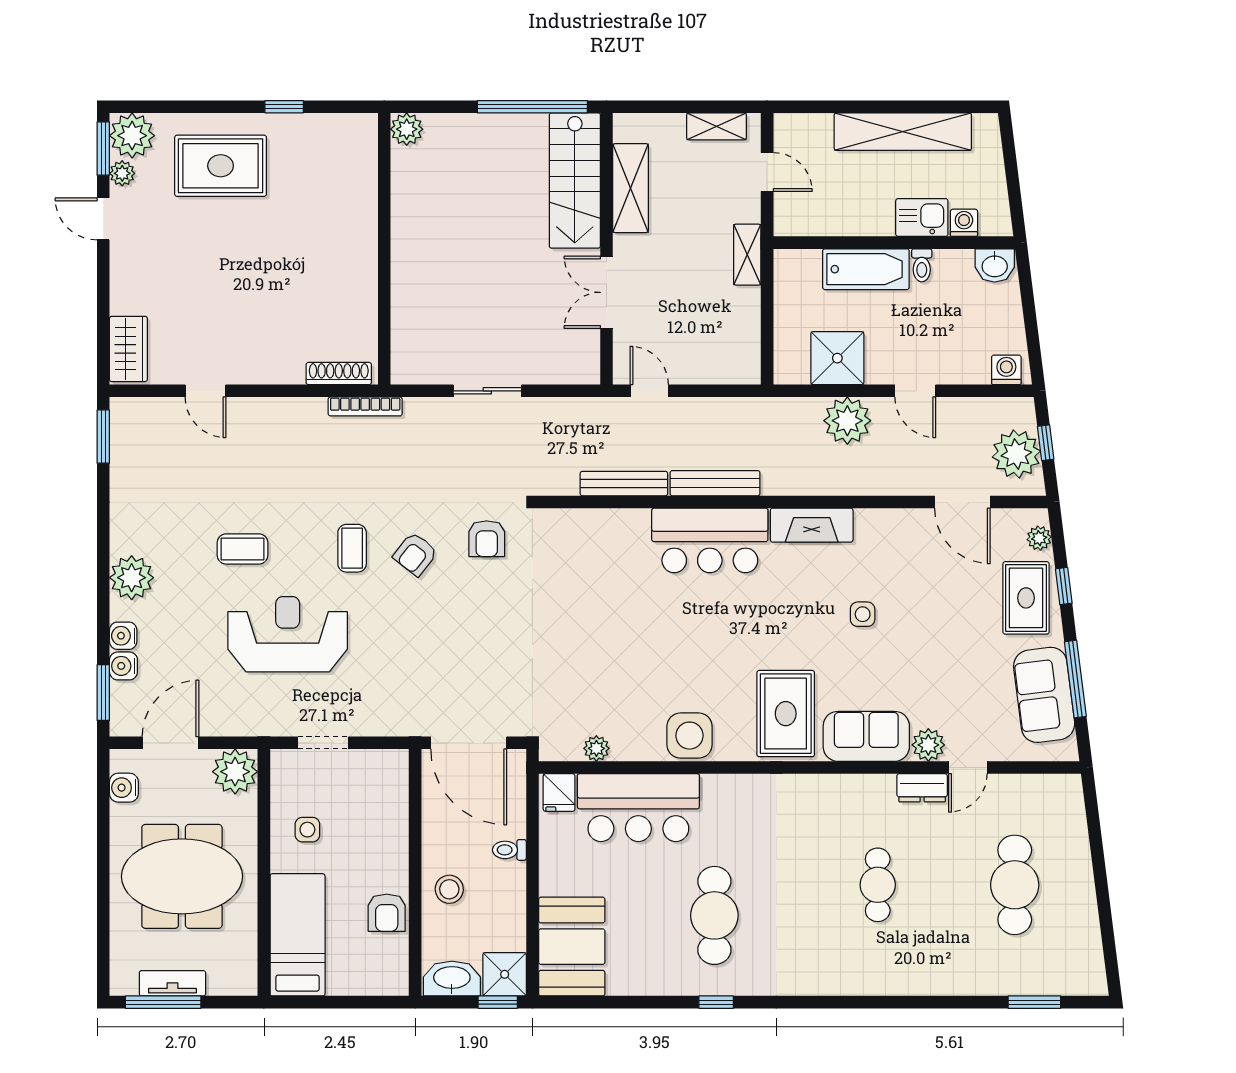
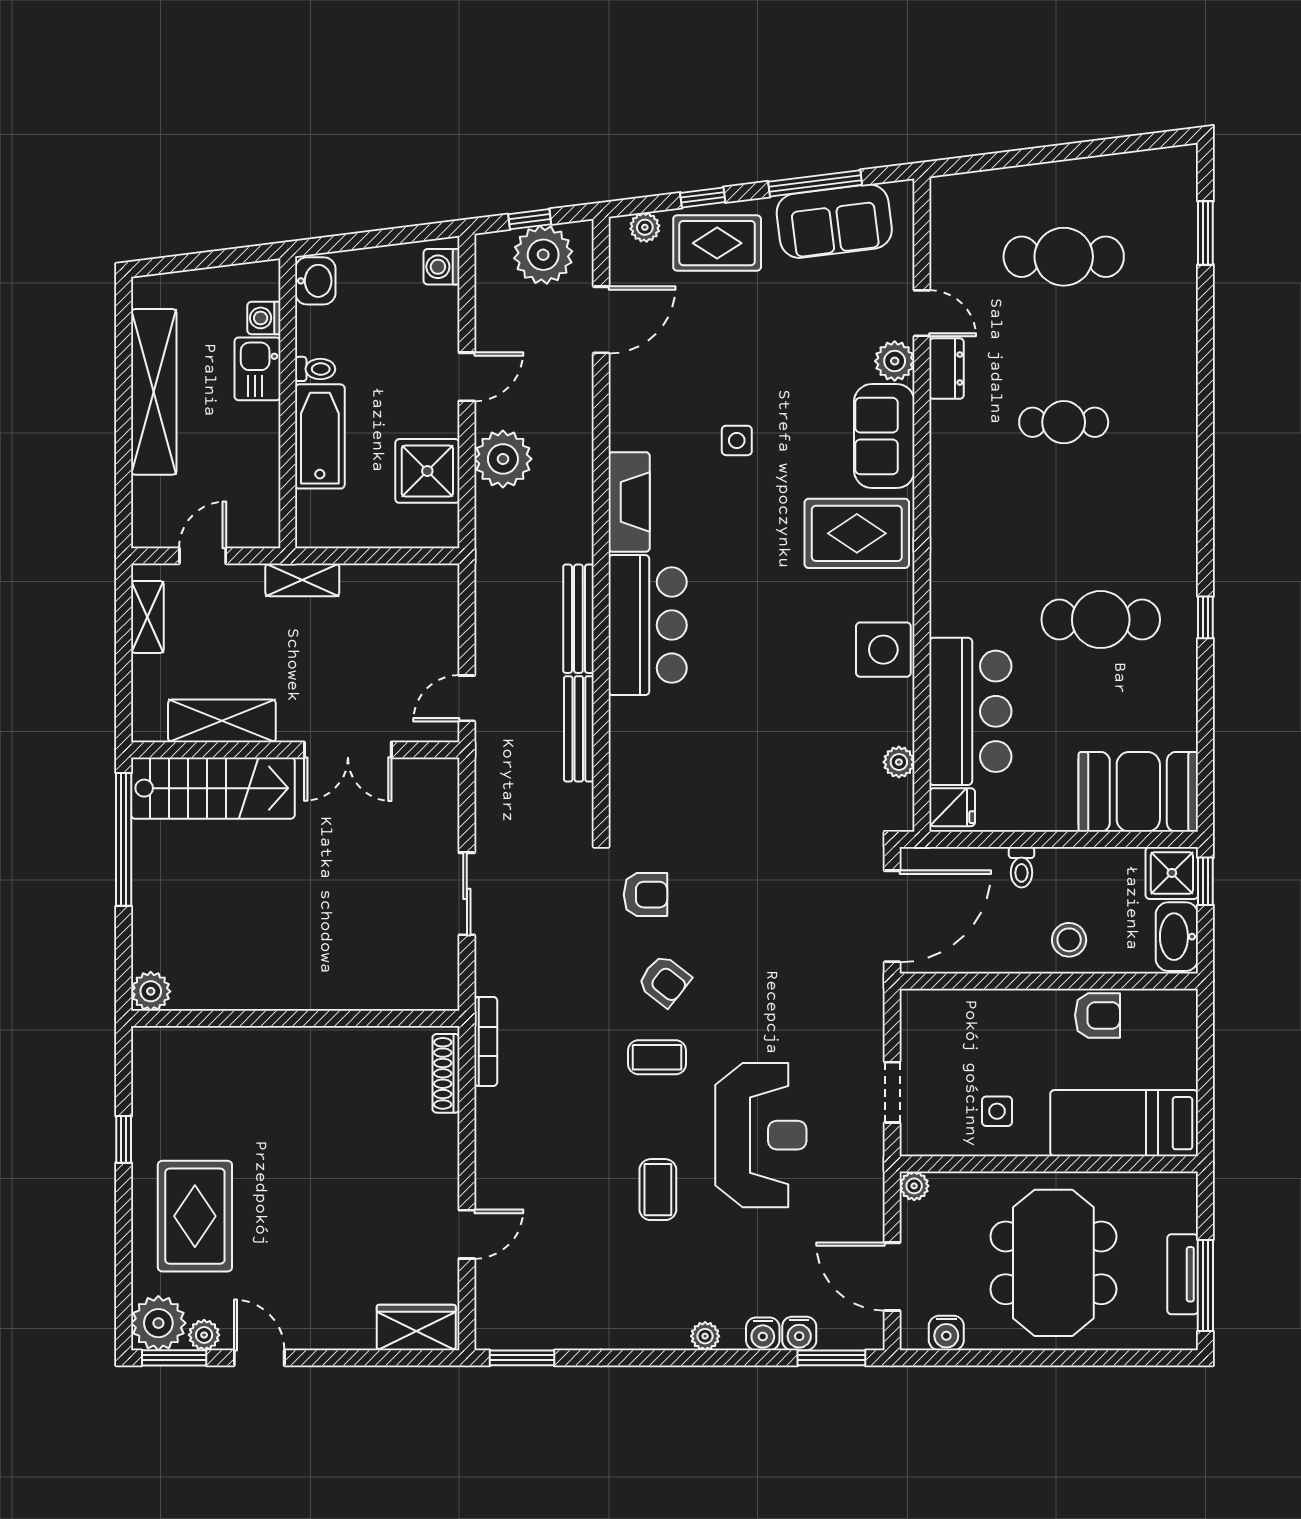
door: (103, 219) -> (259, 1358), swing flipped
plant: (132, 578) -> (705, 1336), width x0.53, depth x0.53
reception desk: (288, 634) -> (761, 1135), turned 180
plant: (235, 772) -> (914, 1186), width x0.53, depth x0.53

